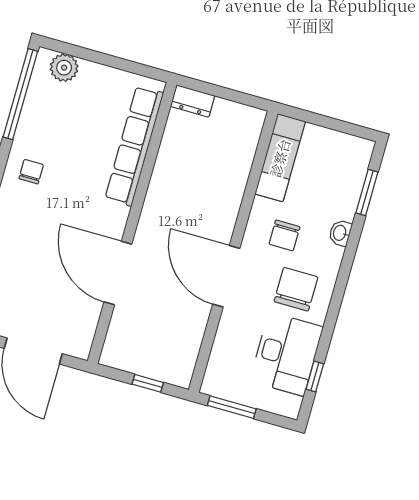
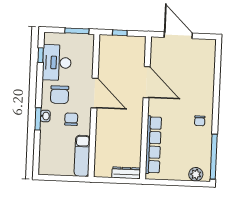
dresser: (193, 101) -> (126, 173), width x1.44
window: (367, 193) -> (38, 119), moved
washbasin: (340, 233) -> (45, 116), moved

